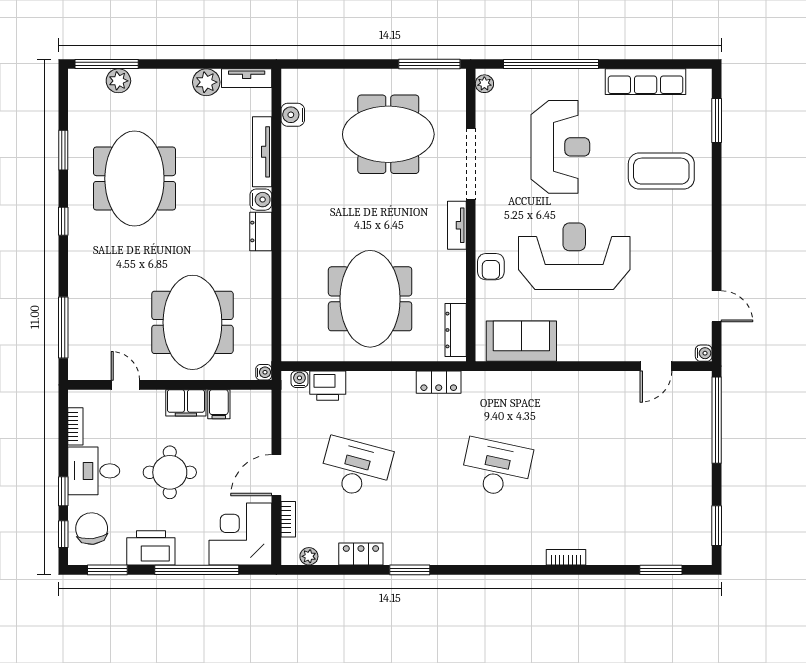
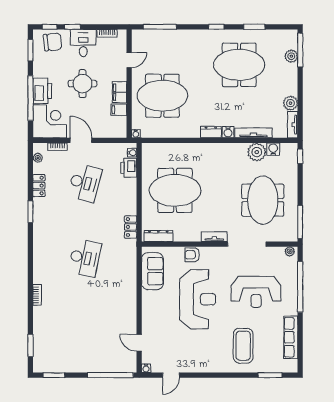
window: (306, 64) -> (300, 156), added
plant: (298, 145) -> (257, 152), added
printer: (151, 548) -> (42, 91), moved

